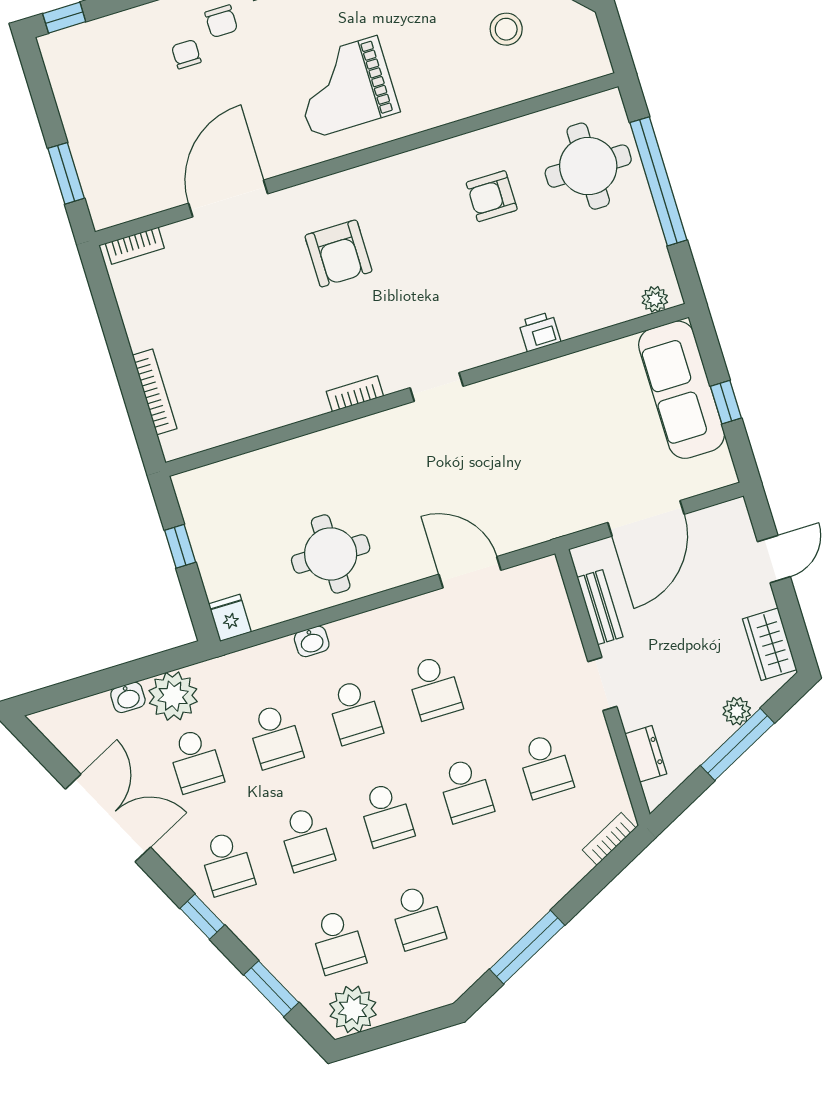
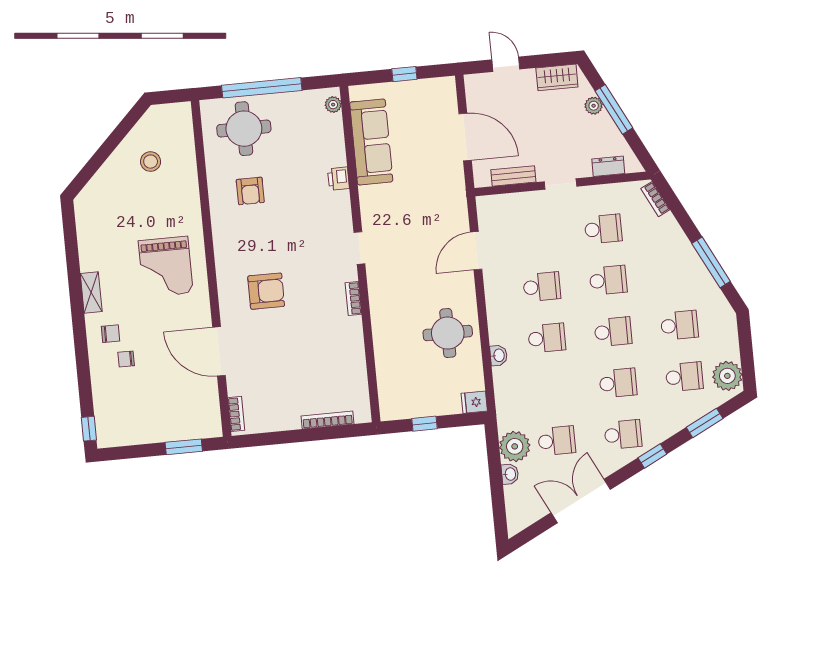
sofa: (681, 390) -> (371, 142), moved, turned -90
school desk: (275, 736) -> (552, 389), removed

